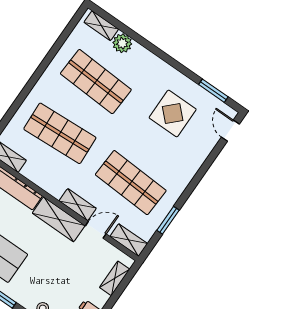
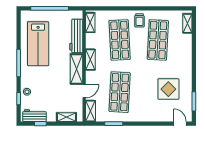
plant: (122, 43) -> (186, 40), removed
trolley: (52, 88) -> (139, 20), added
door: (230, 131) -> (180, 124), hinge flipped
shelving: (78, 205) -> (90, 60), moved
door: (96, 230) -> (84, 91), hinge flipped

